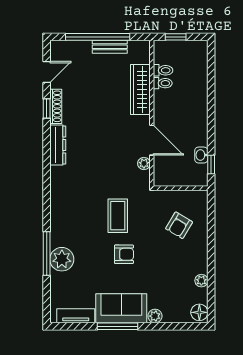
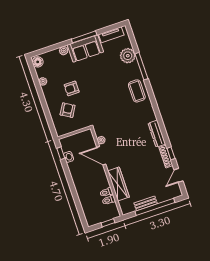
coffee table: (118, 216) -> (137, 91), moved
armchair: (124, 254) -> (72, 88), moved
plant: (62, 259) -> (128, 56), moved

